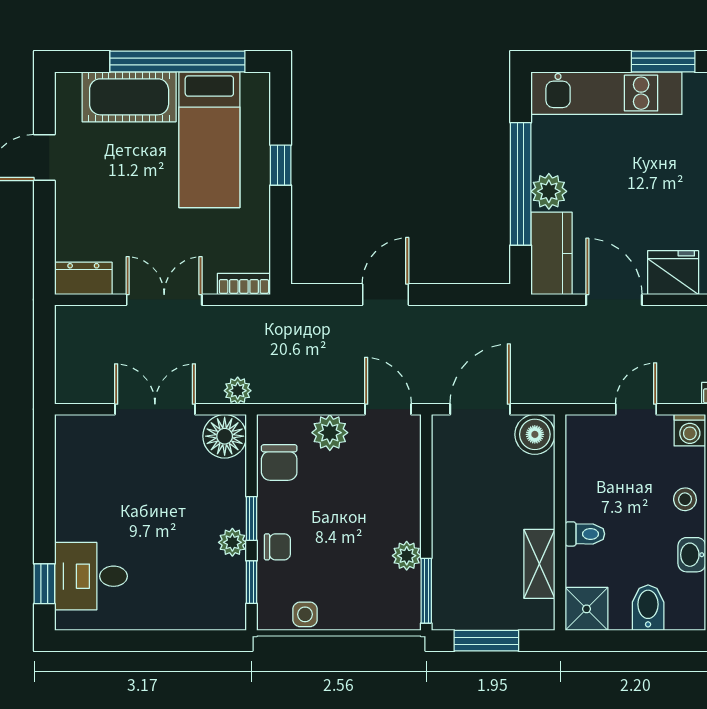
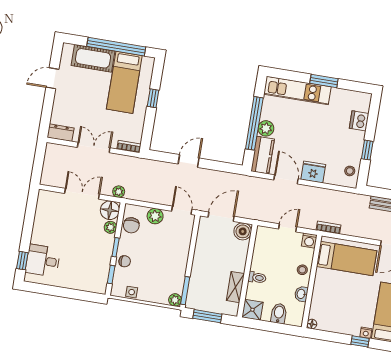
plant: (232, 542) -> (110, 227), moved
plant: (407, 556) -> (175, 300), moved

